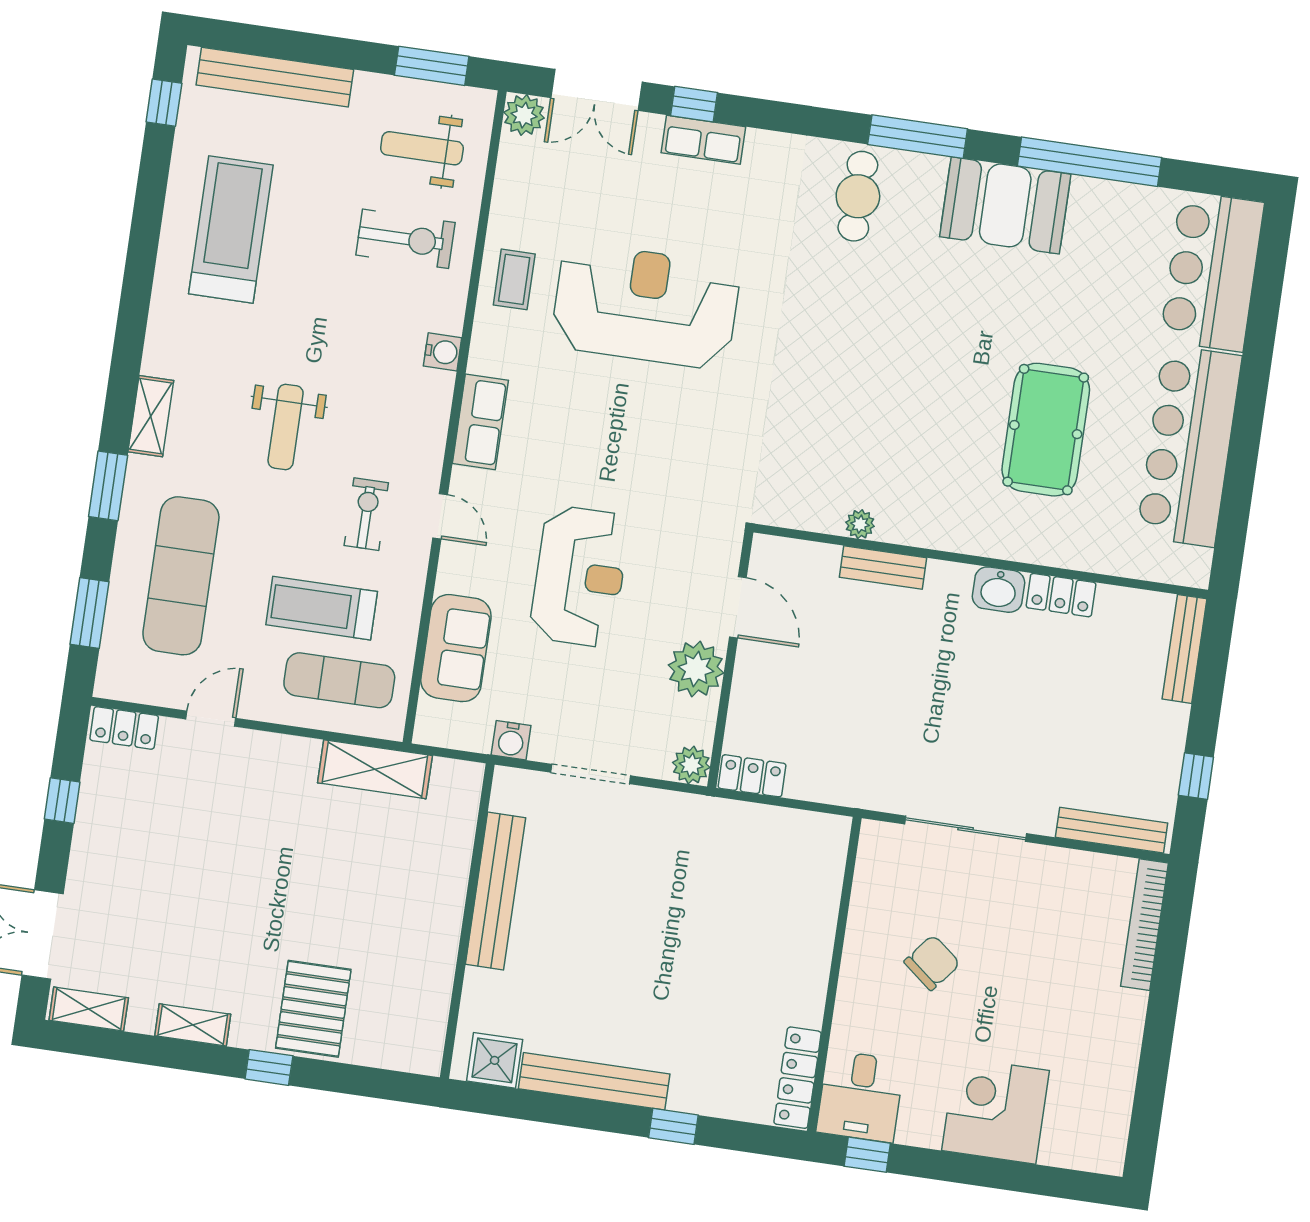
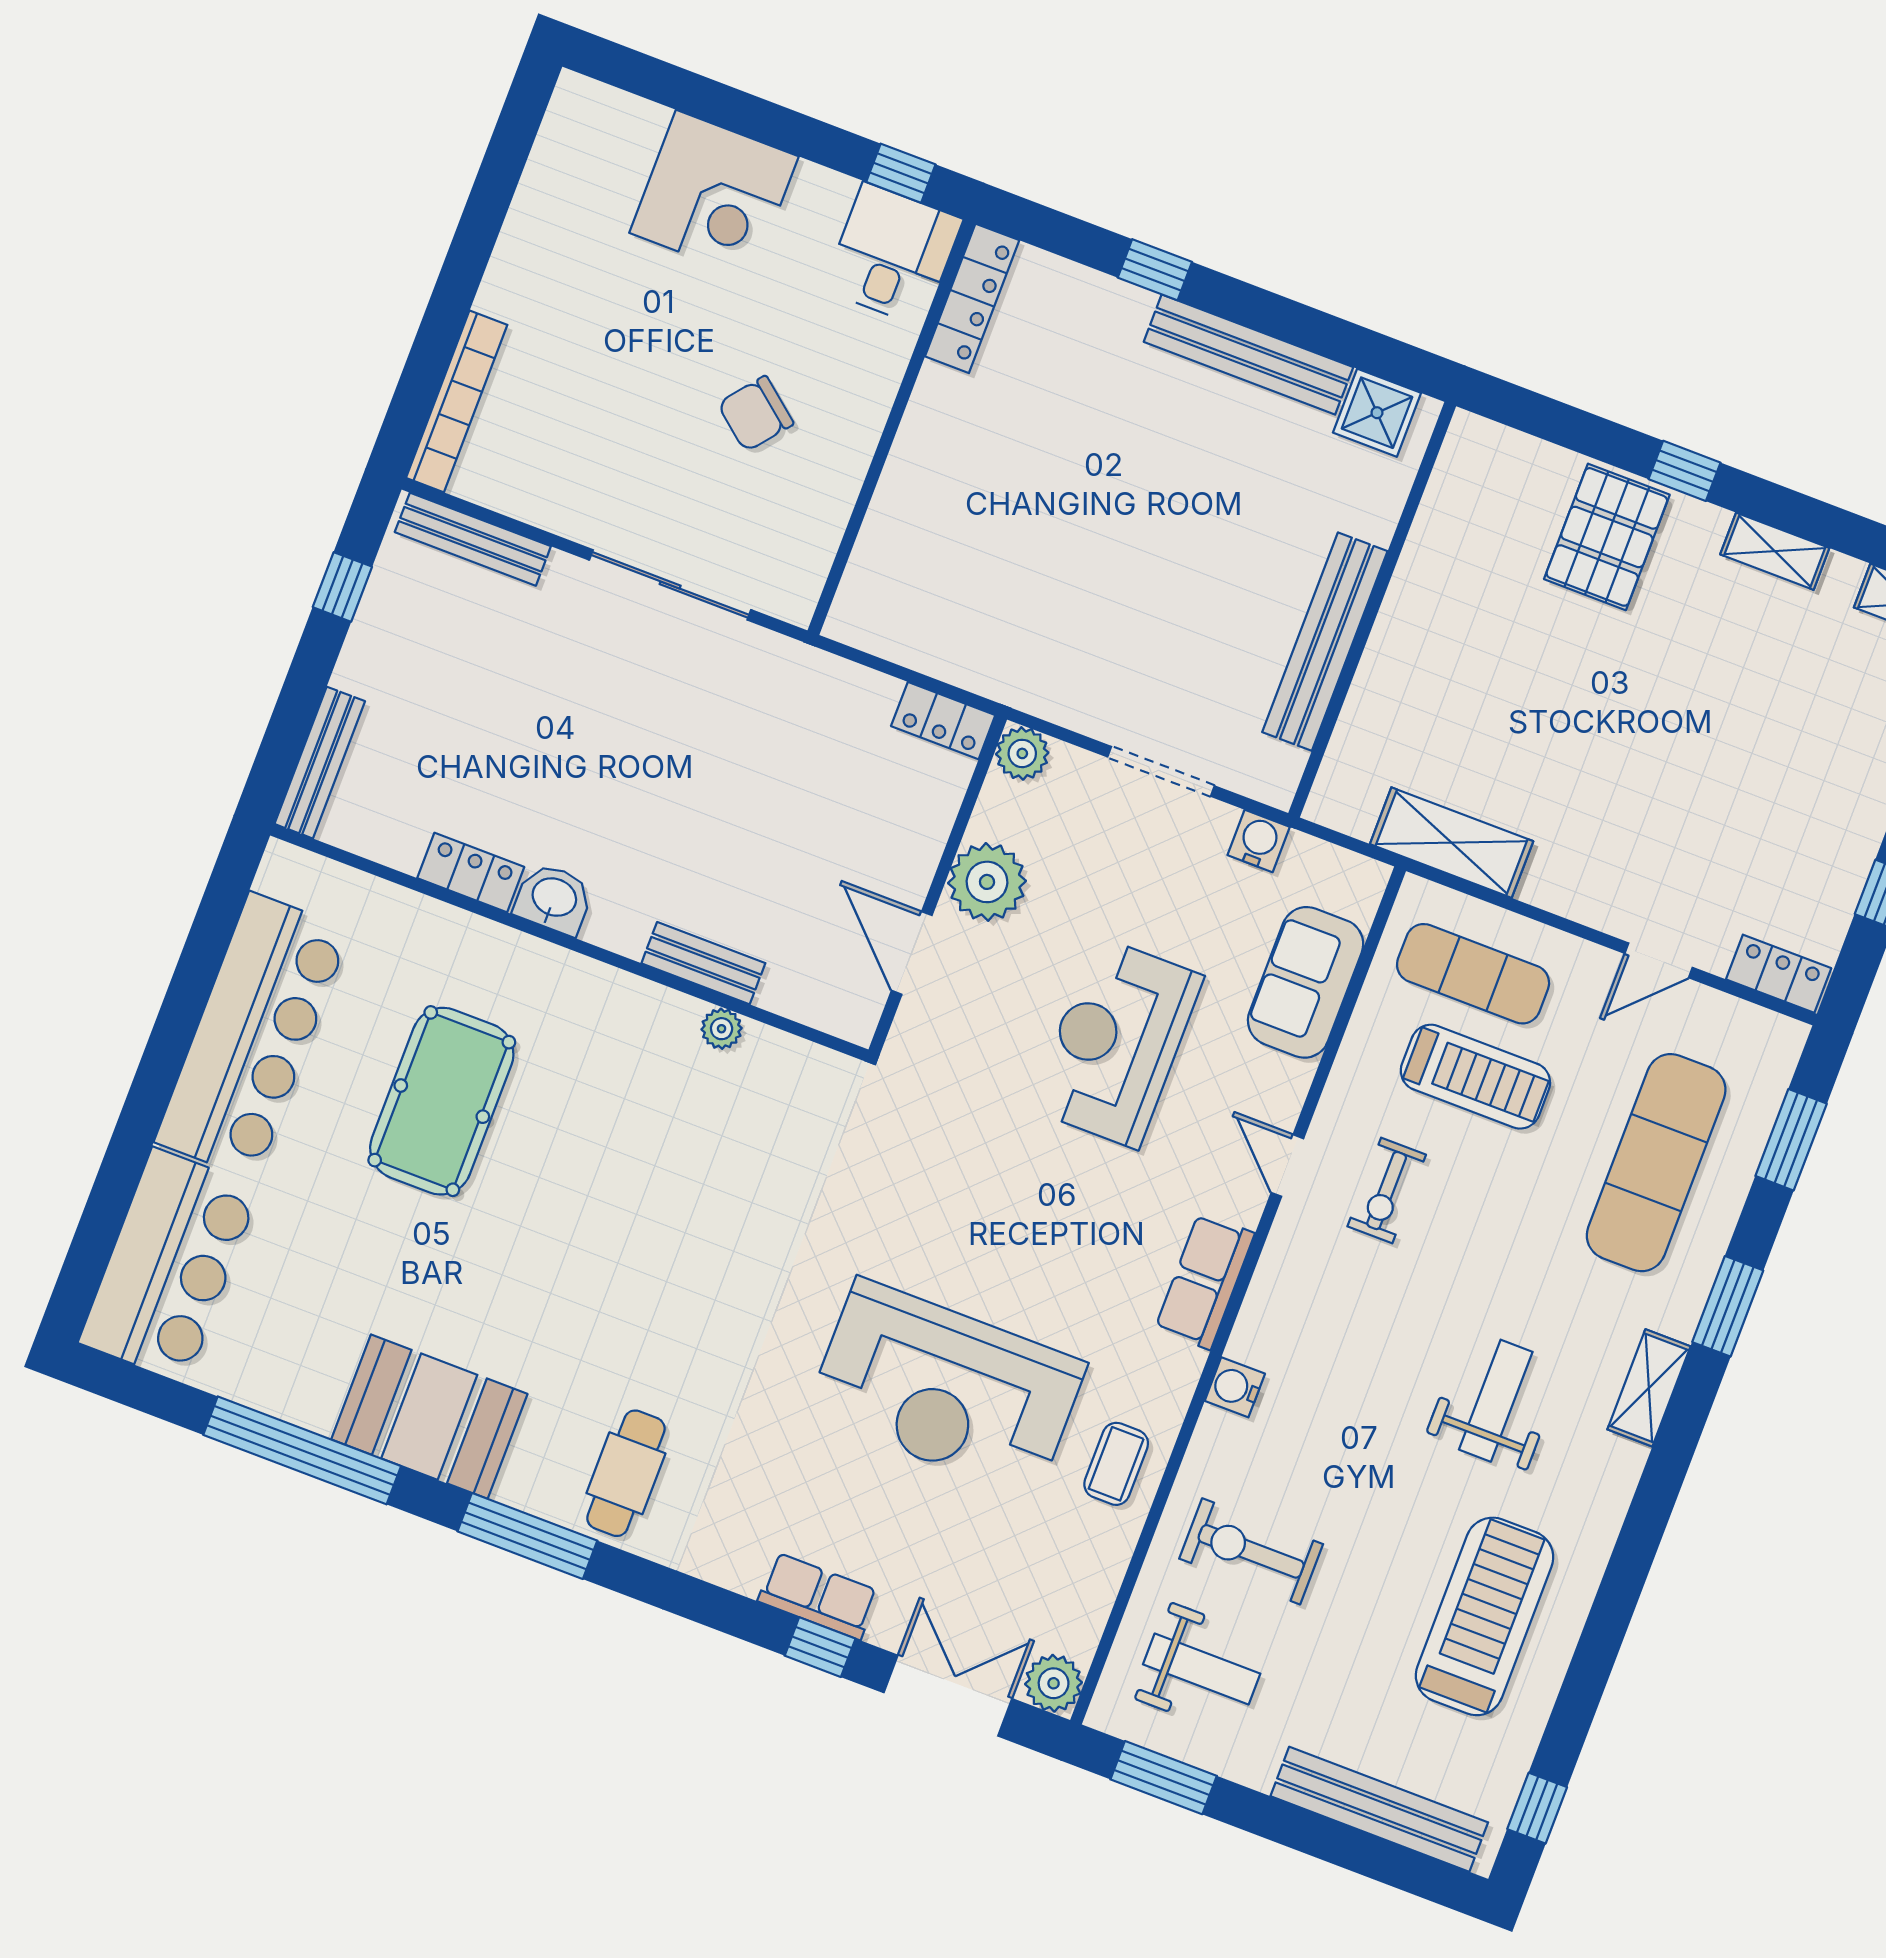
treadmill: (231, 229) -> (1485, 1616), turned 180
weight bench: (286, 427) -> (1496, 1401), moved

